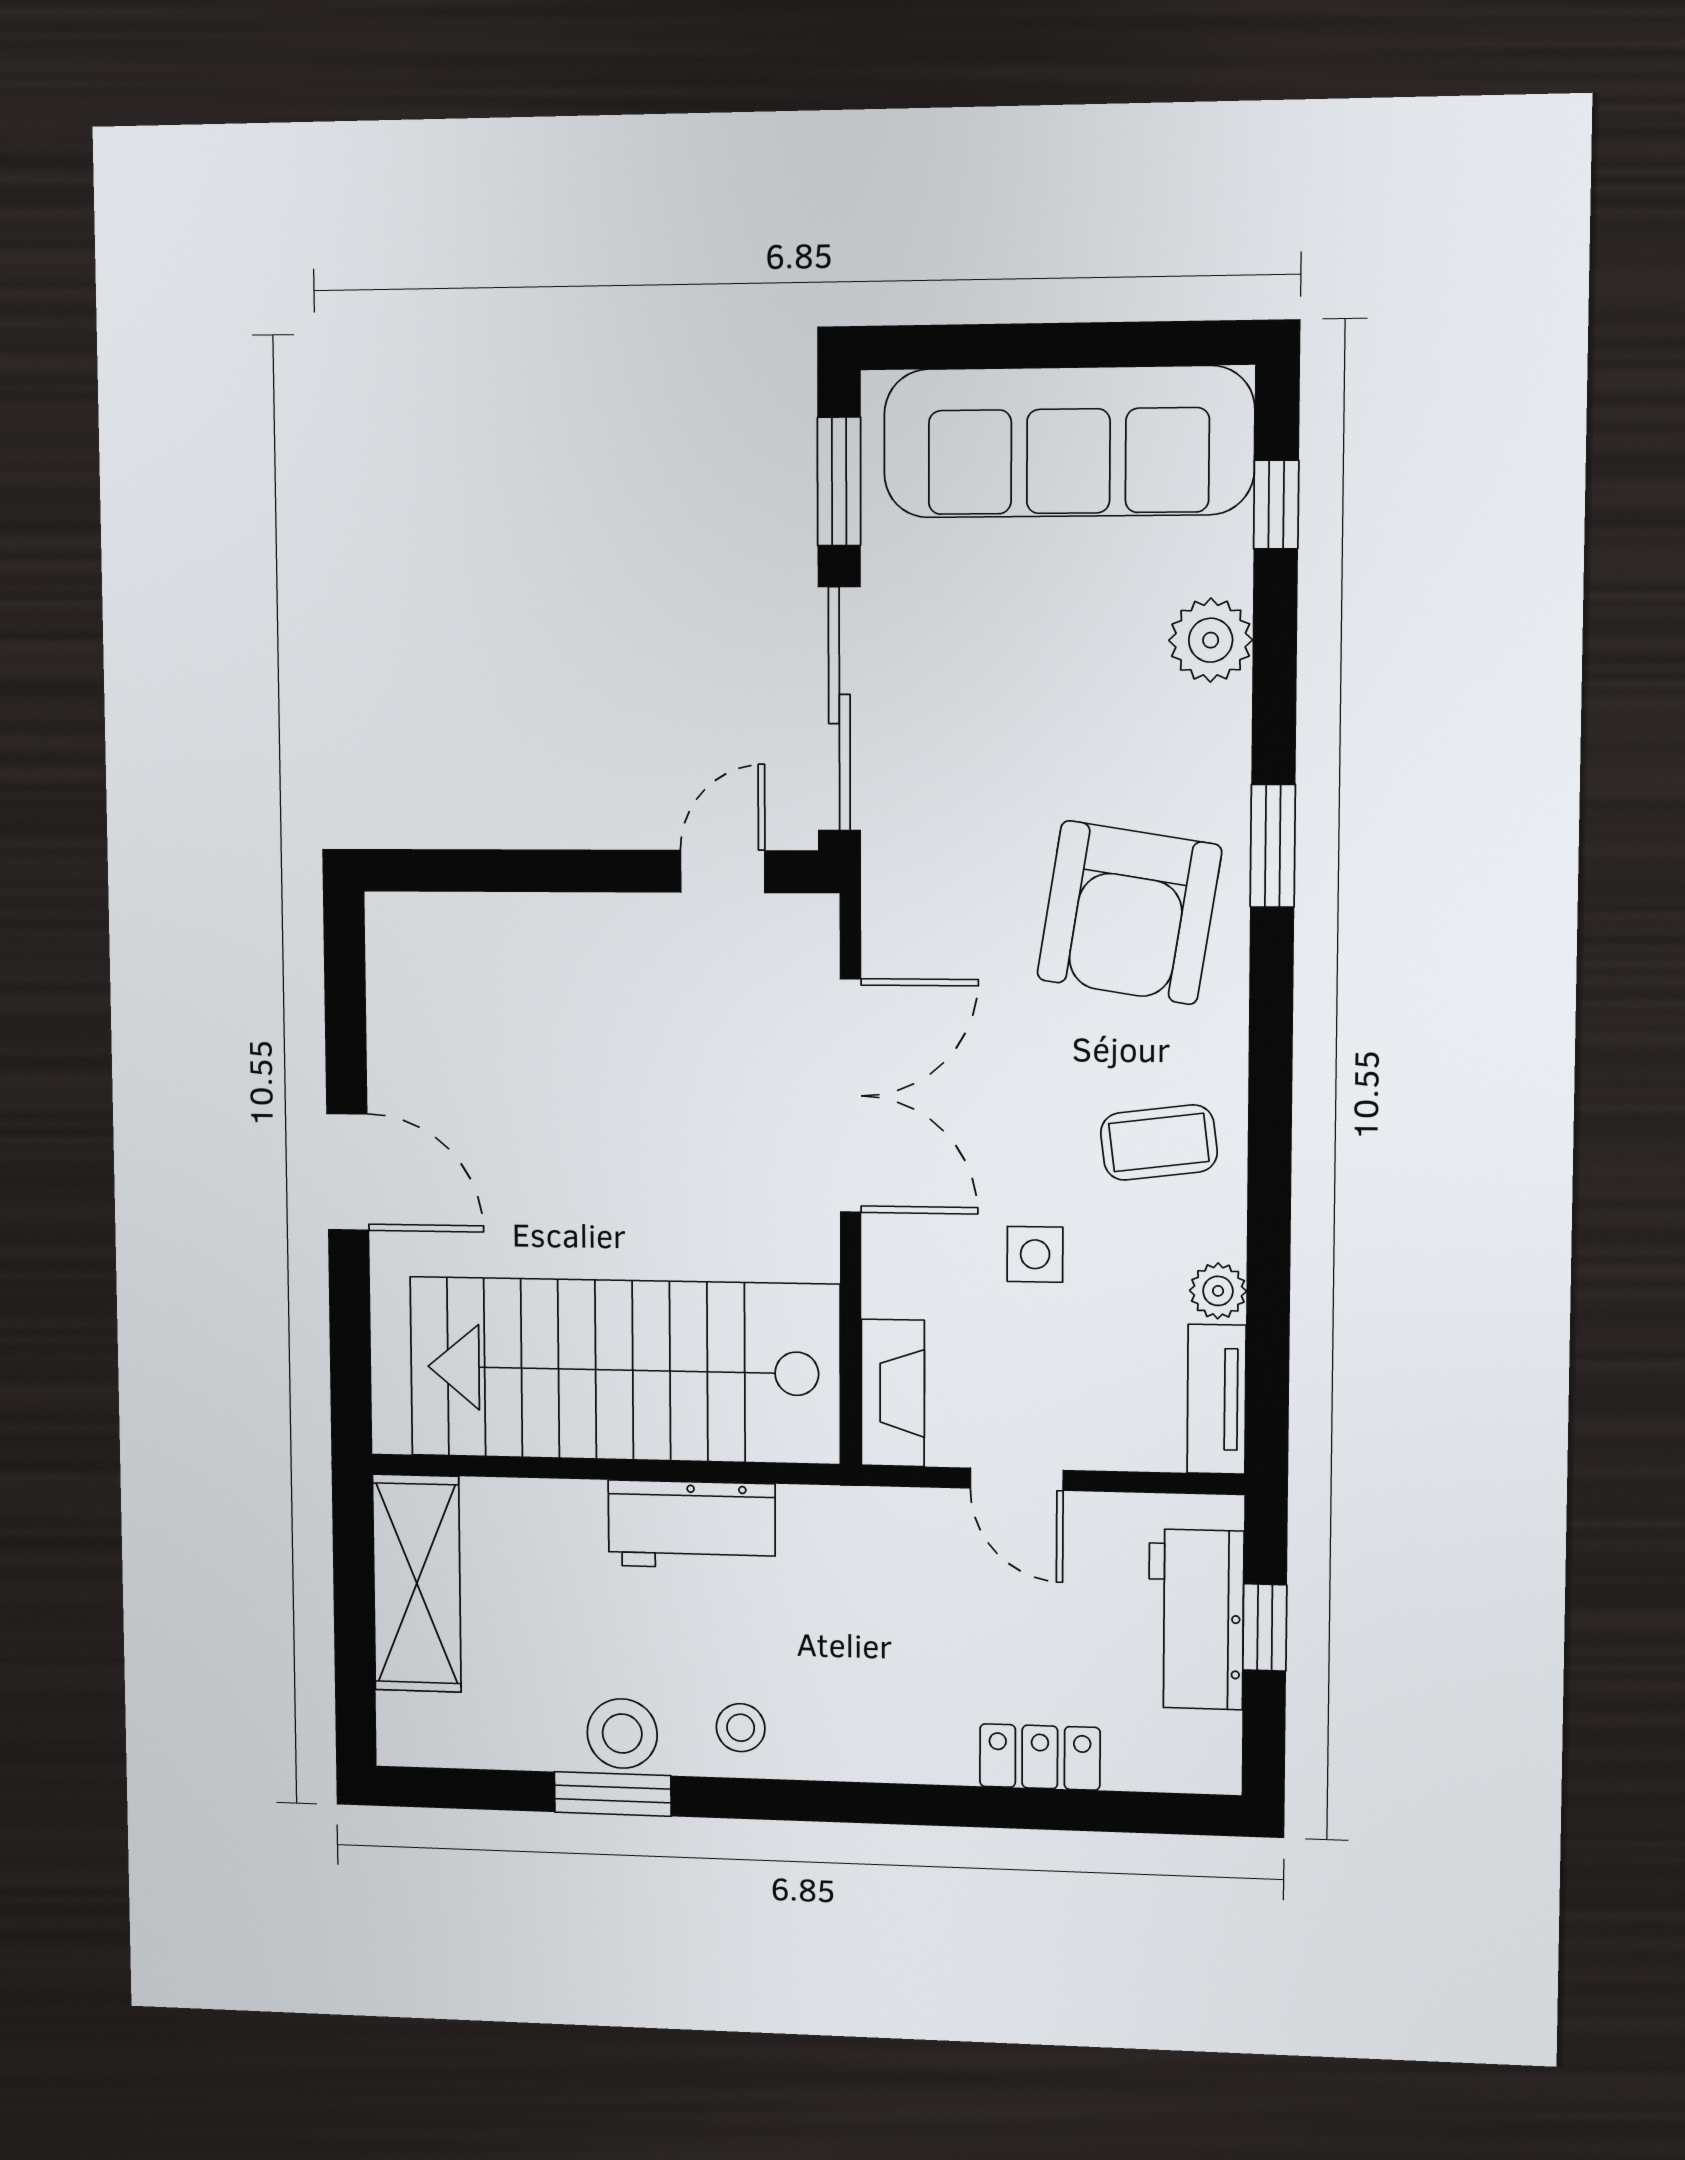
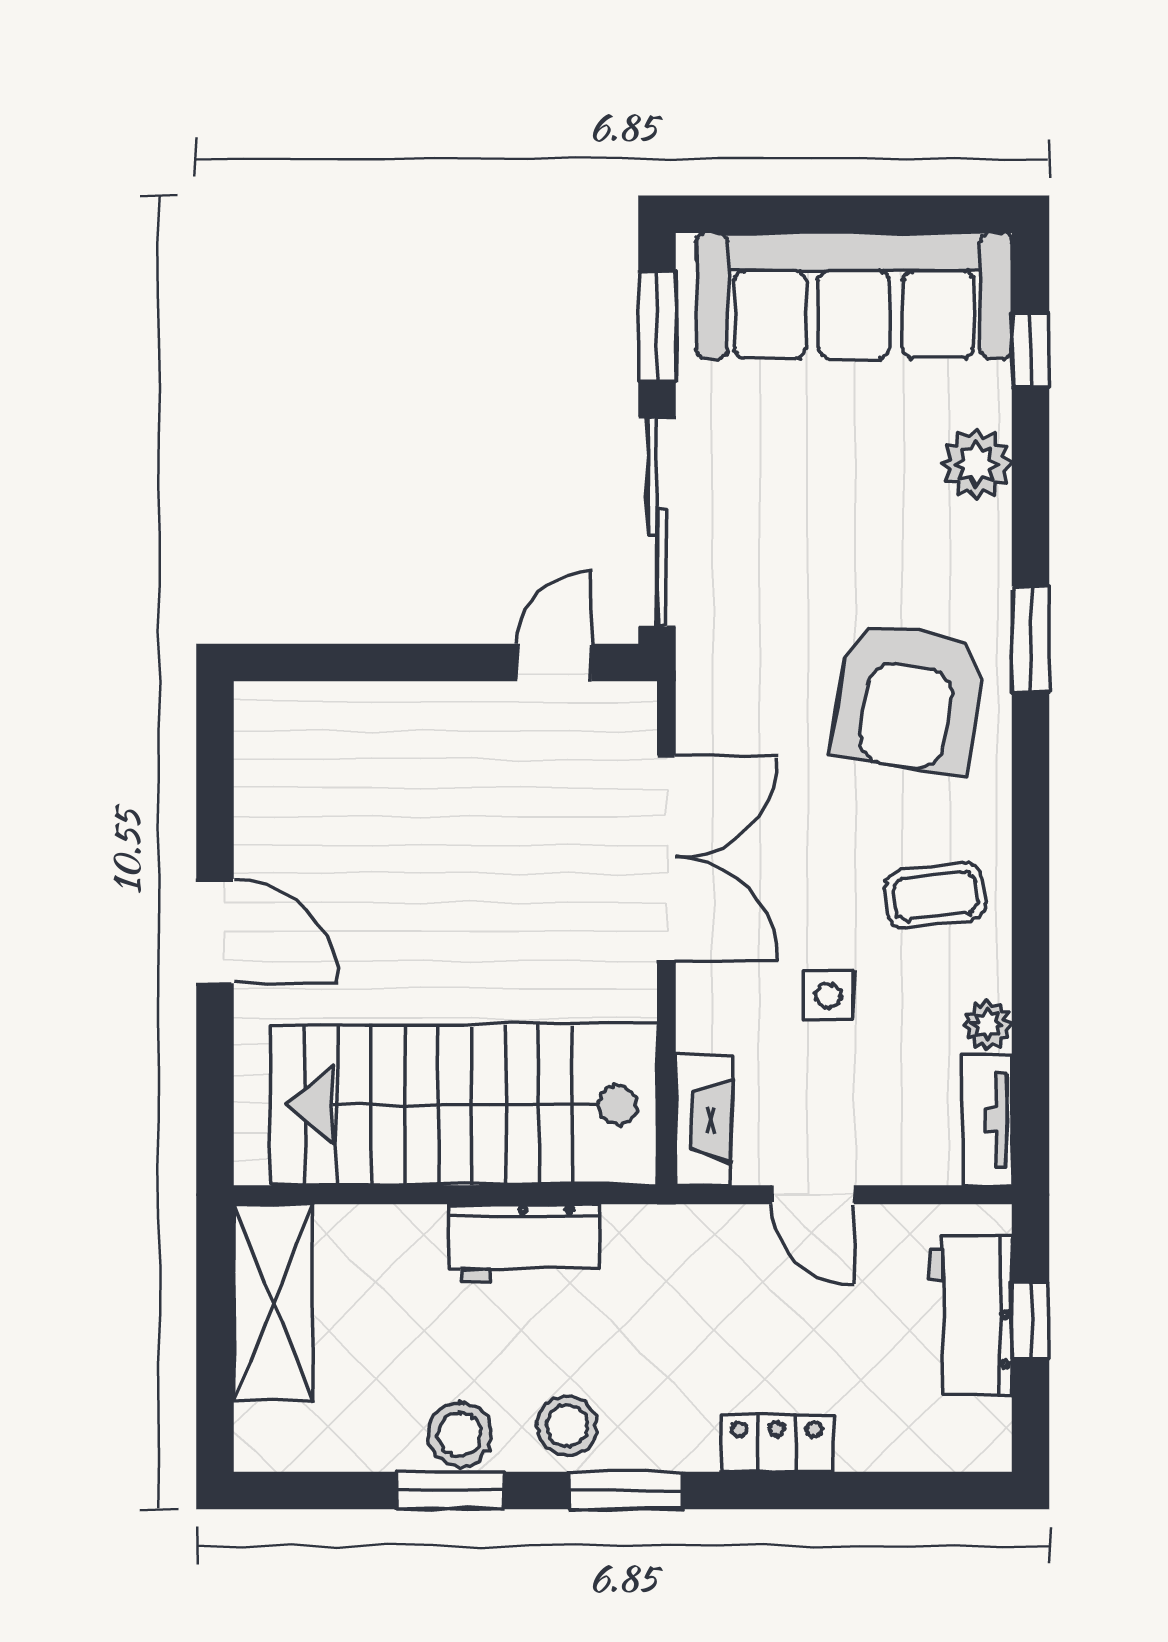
stool: (741, 1728) -> (567, 1426), width x1.37, depth x1.37
locker: (1040, 1757) -> (777, 1443), moved
window: (806, 1801) -> (626, 1490), added

